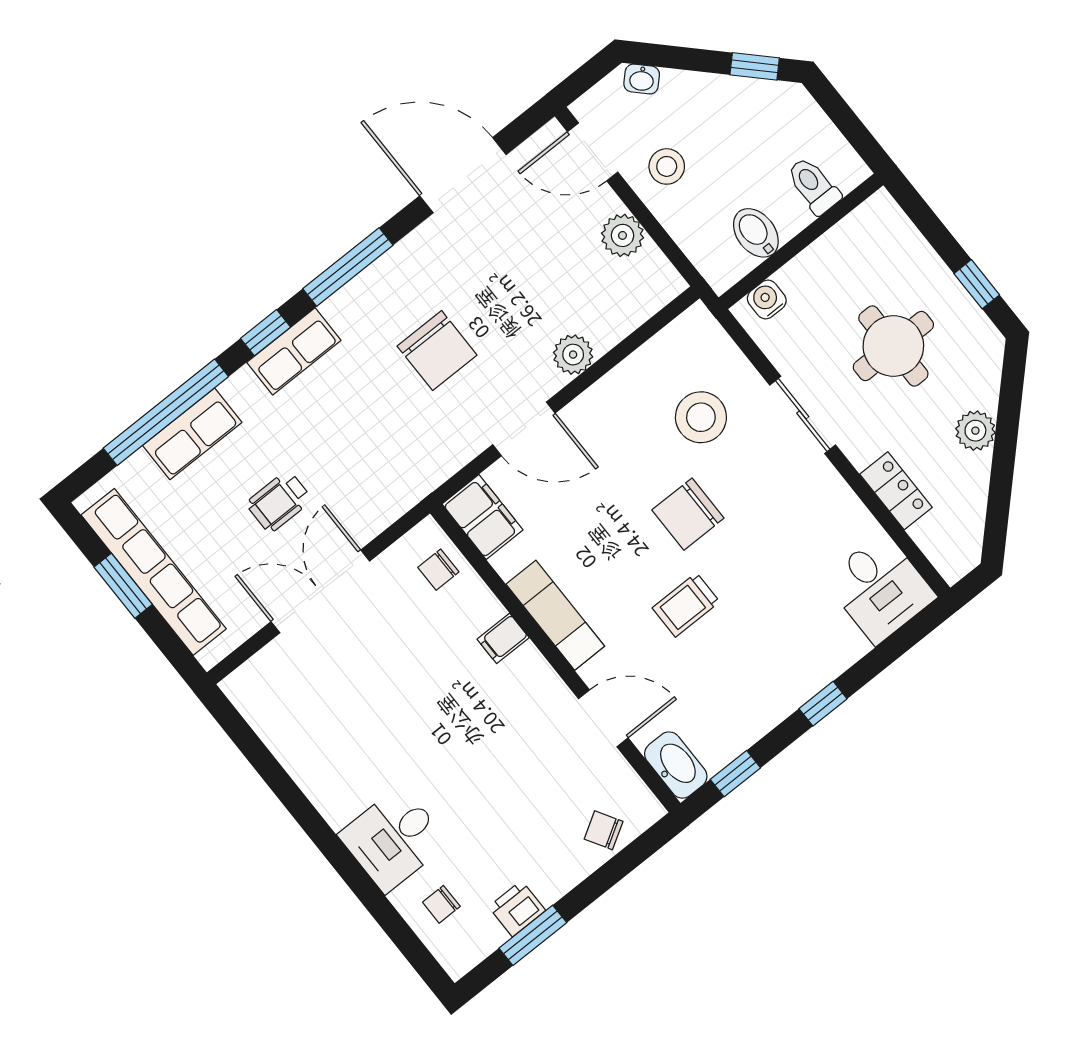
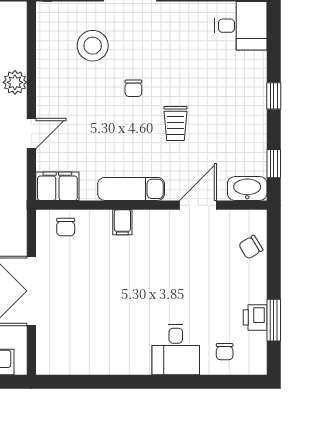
door: (524, 429) -> (31, 134), width x0.73
chair: (688, 514) -> (133, 88), width x0.54, depth x0.54

